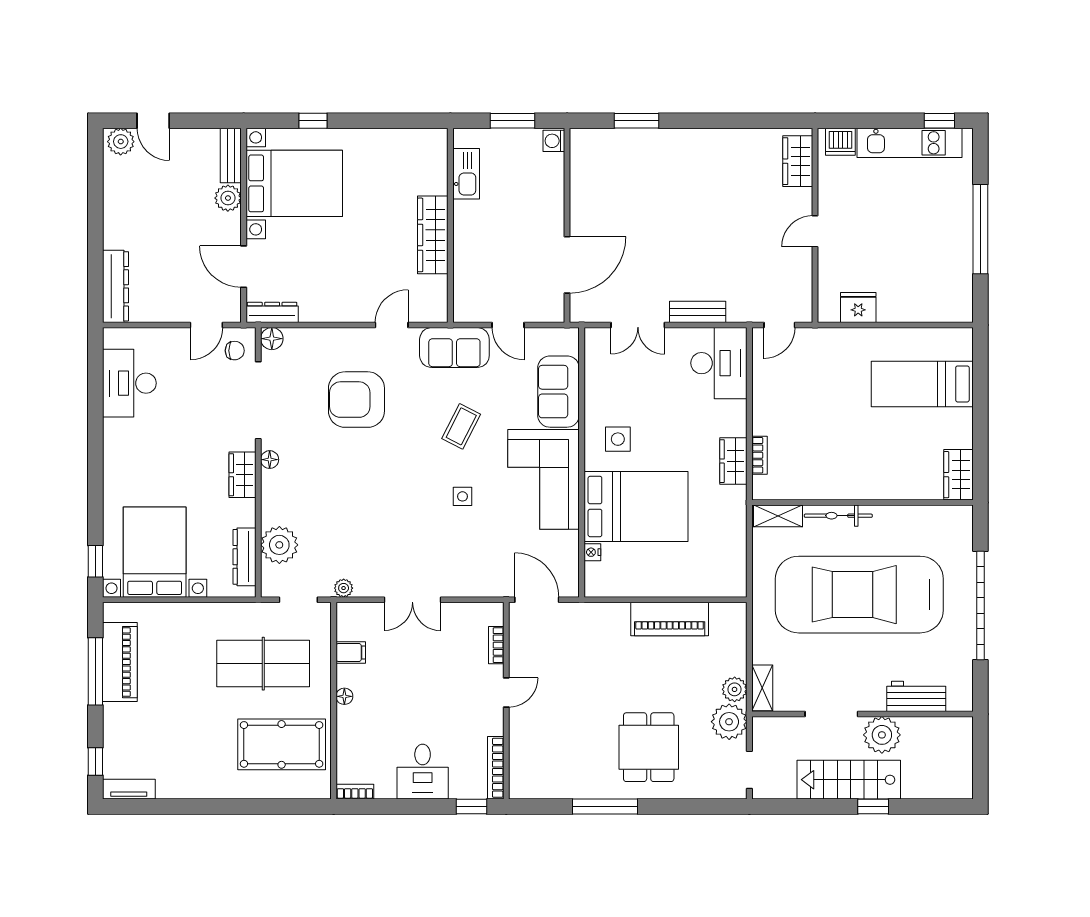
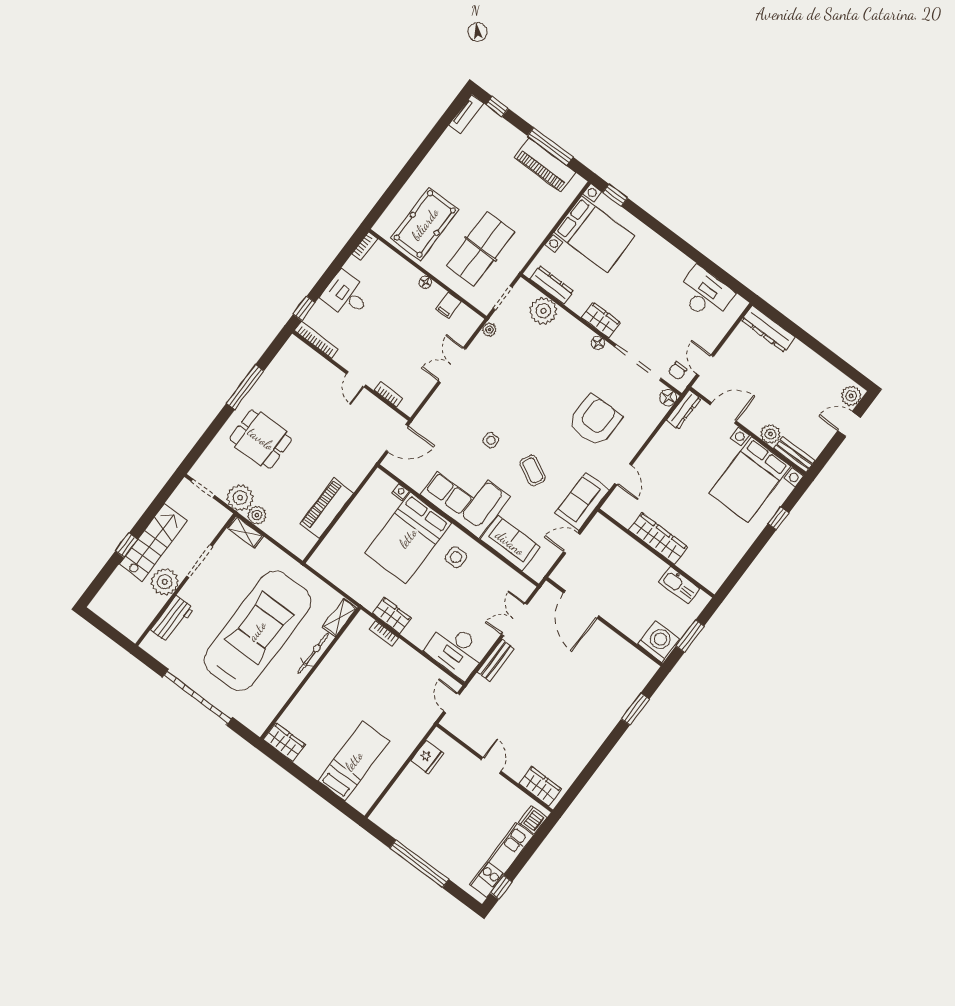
washing machine: (554, 141) -> (659, 642), width x1.89, depth x1.89

